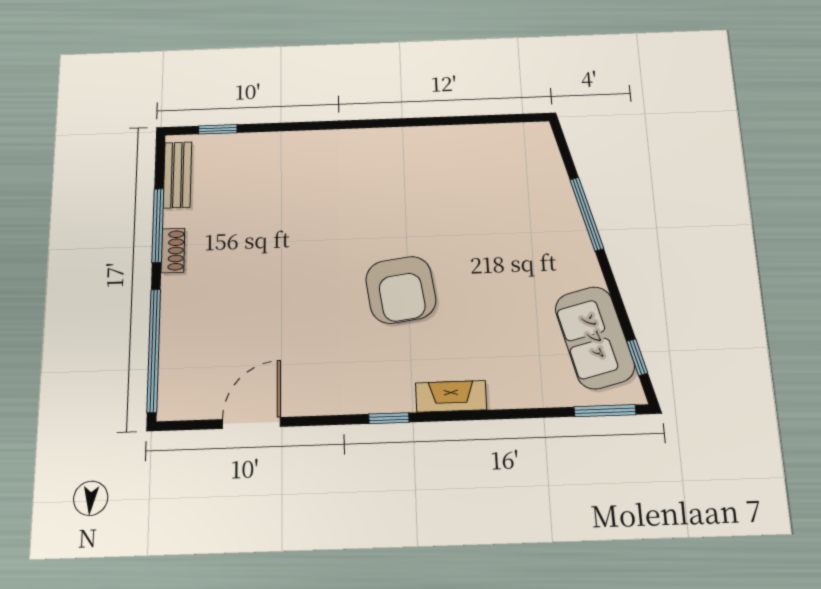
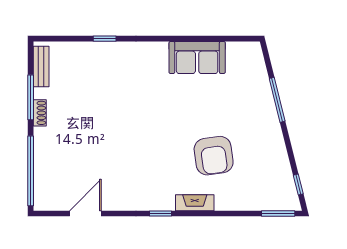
window: (218, 129) -> (105, 39), moved
armchair: (401, 290) -> (214, 156), moved
sofa: (595, 337) -> (197, 57), moved, turned -76

